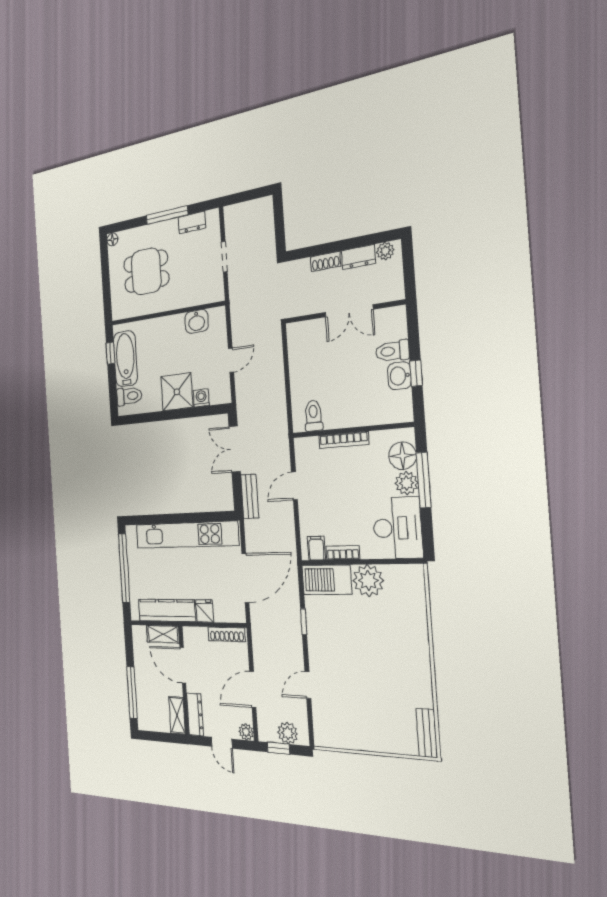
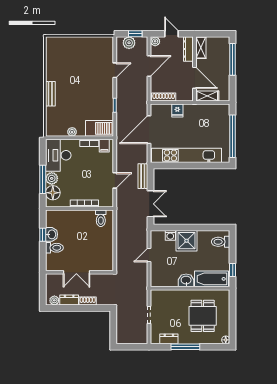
dining table: (146, 271) -> (203, 316), turned 90
double door: (349, 311) -> (76, 272), swing flipped
washbasin: (197, 322) -> (186, 280), moved
bathtub: (125, 359) -> (212, 279), moved, turned 90
plant: (368, 581) -> (72, 132), width x0.53, depth x0.53
kitchen counter: (167, 610) -> (203, 110), removed
bench: (427, 733) -> (50, 94), moved

